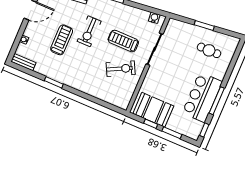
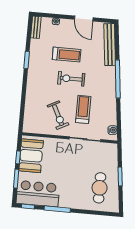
exercise bike: (89, 31) -> (71, 79), moved
cafe table: (209, 50) -> (100, 188), width x1.37, depth x1.35
bar counter: (202, 97) -> (38, 194), moved

